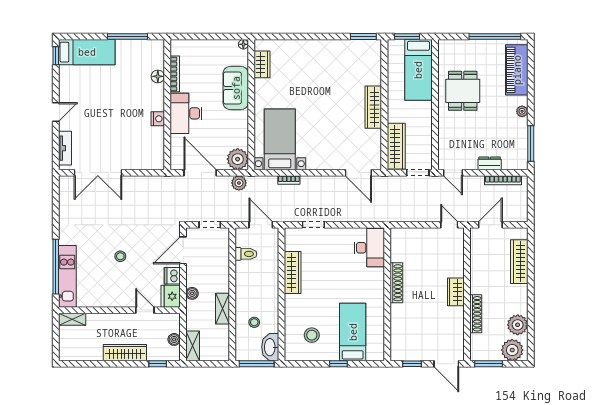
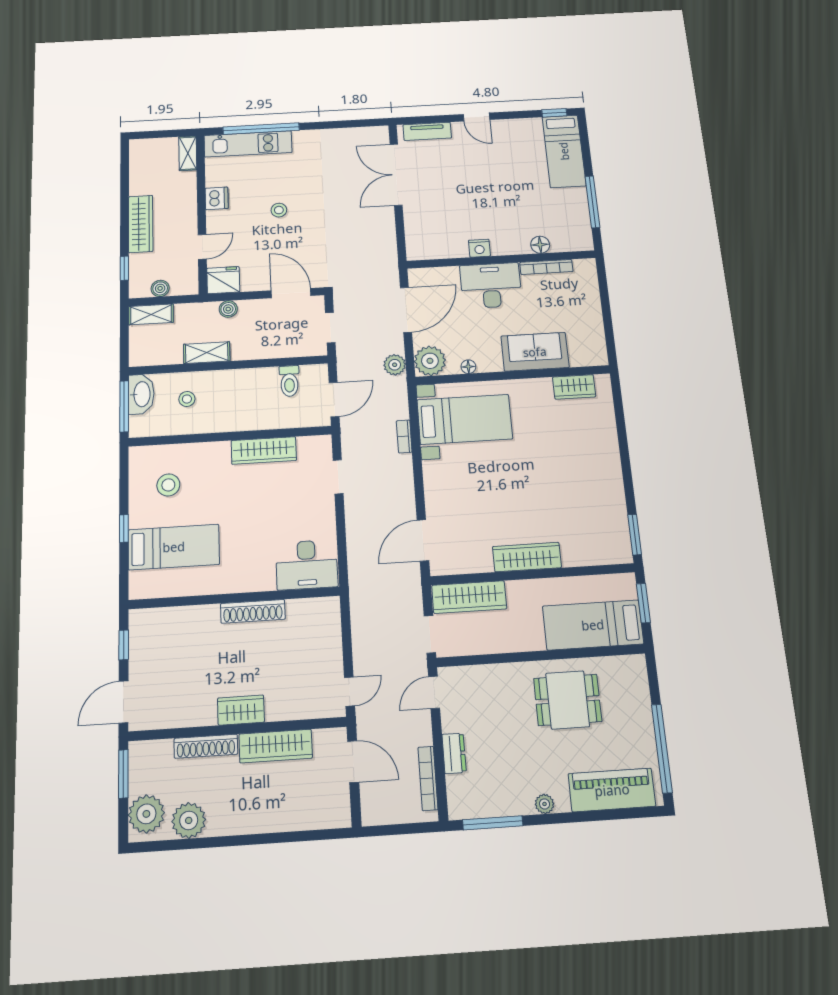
floor lamp: (243, 44) -> (468, 367), moved
wardrobe: (519, 262) -> (276, 746), moved, turned 180
dishwasher: (172, 276) -> (217, 198), moved, turned 90
washbasin: (270, 347) -> (141, 394), moved, turned 90

